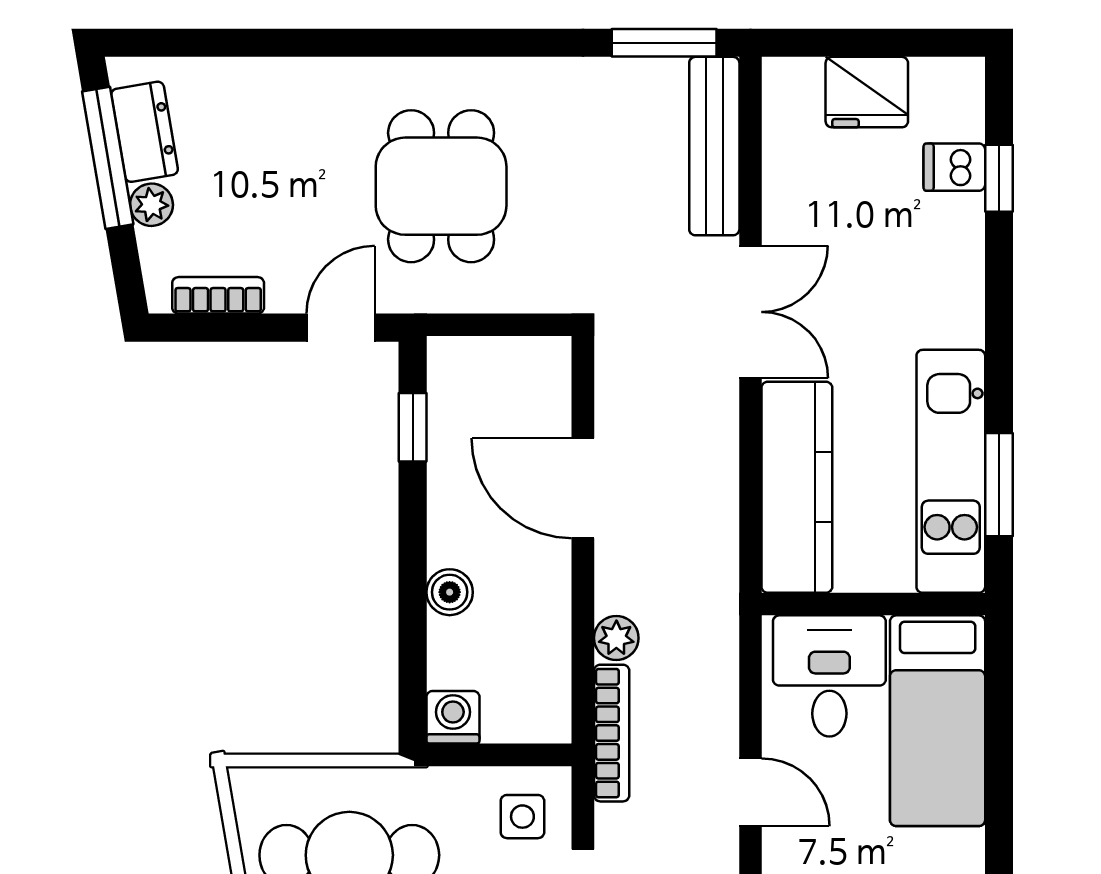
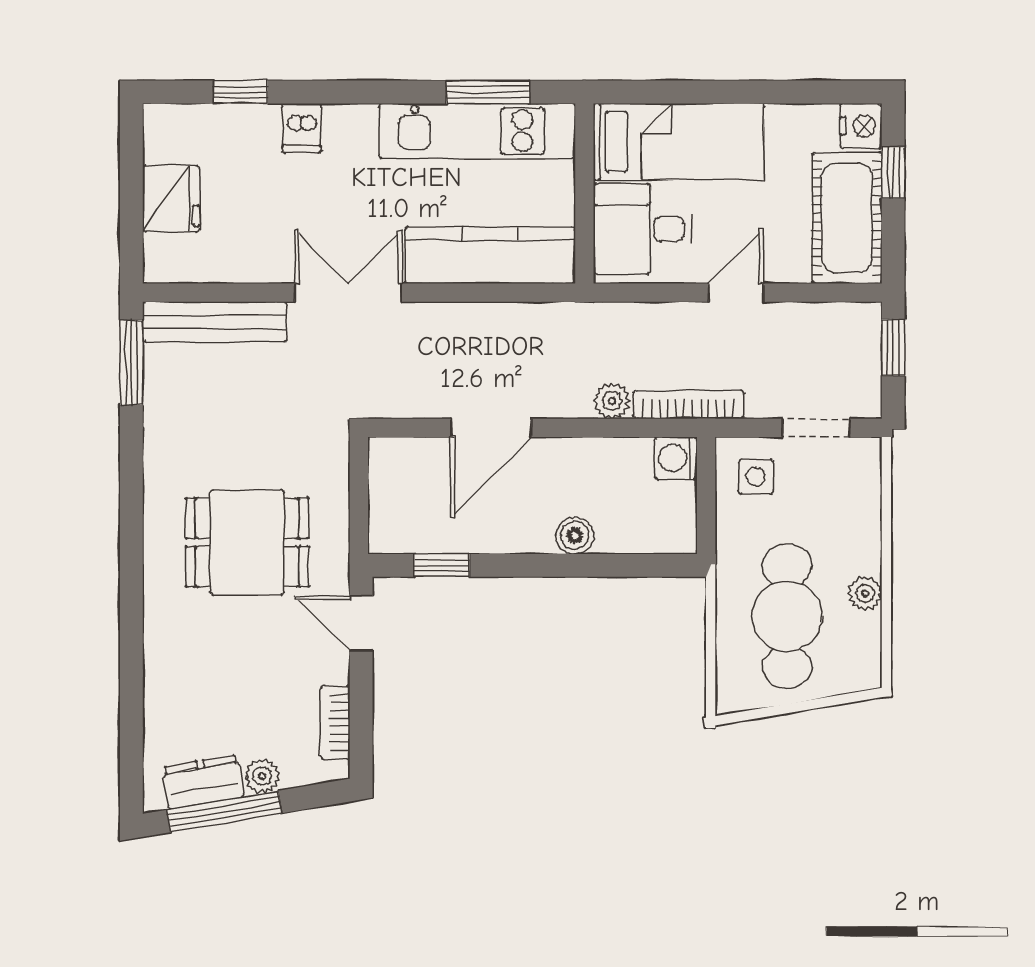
dishwasher: (954, 167) -> (302, 128), moved
washing machine: (453, 717) -> (676, 458), moved

